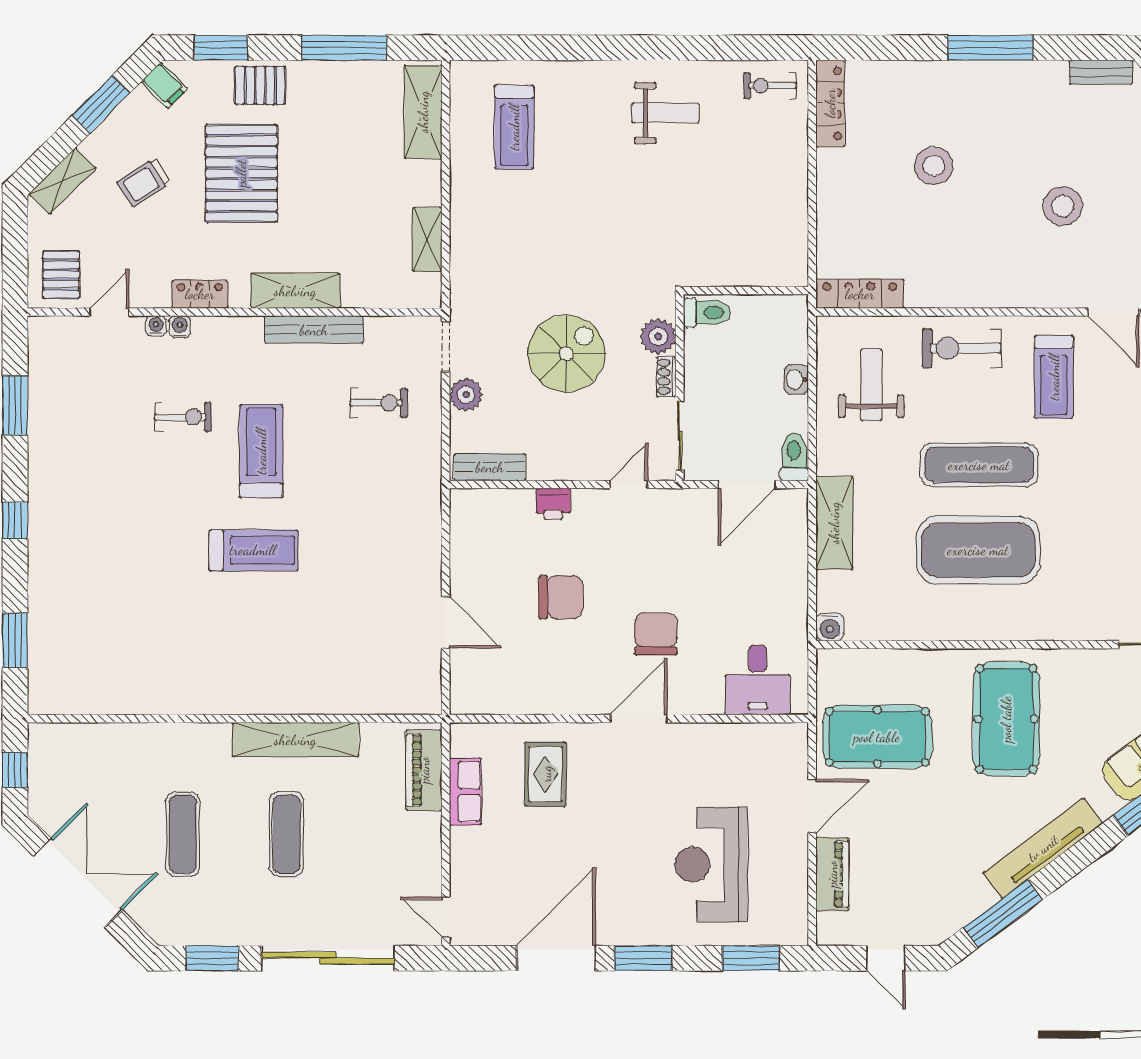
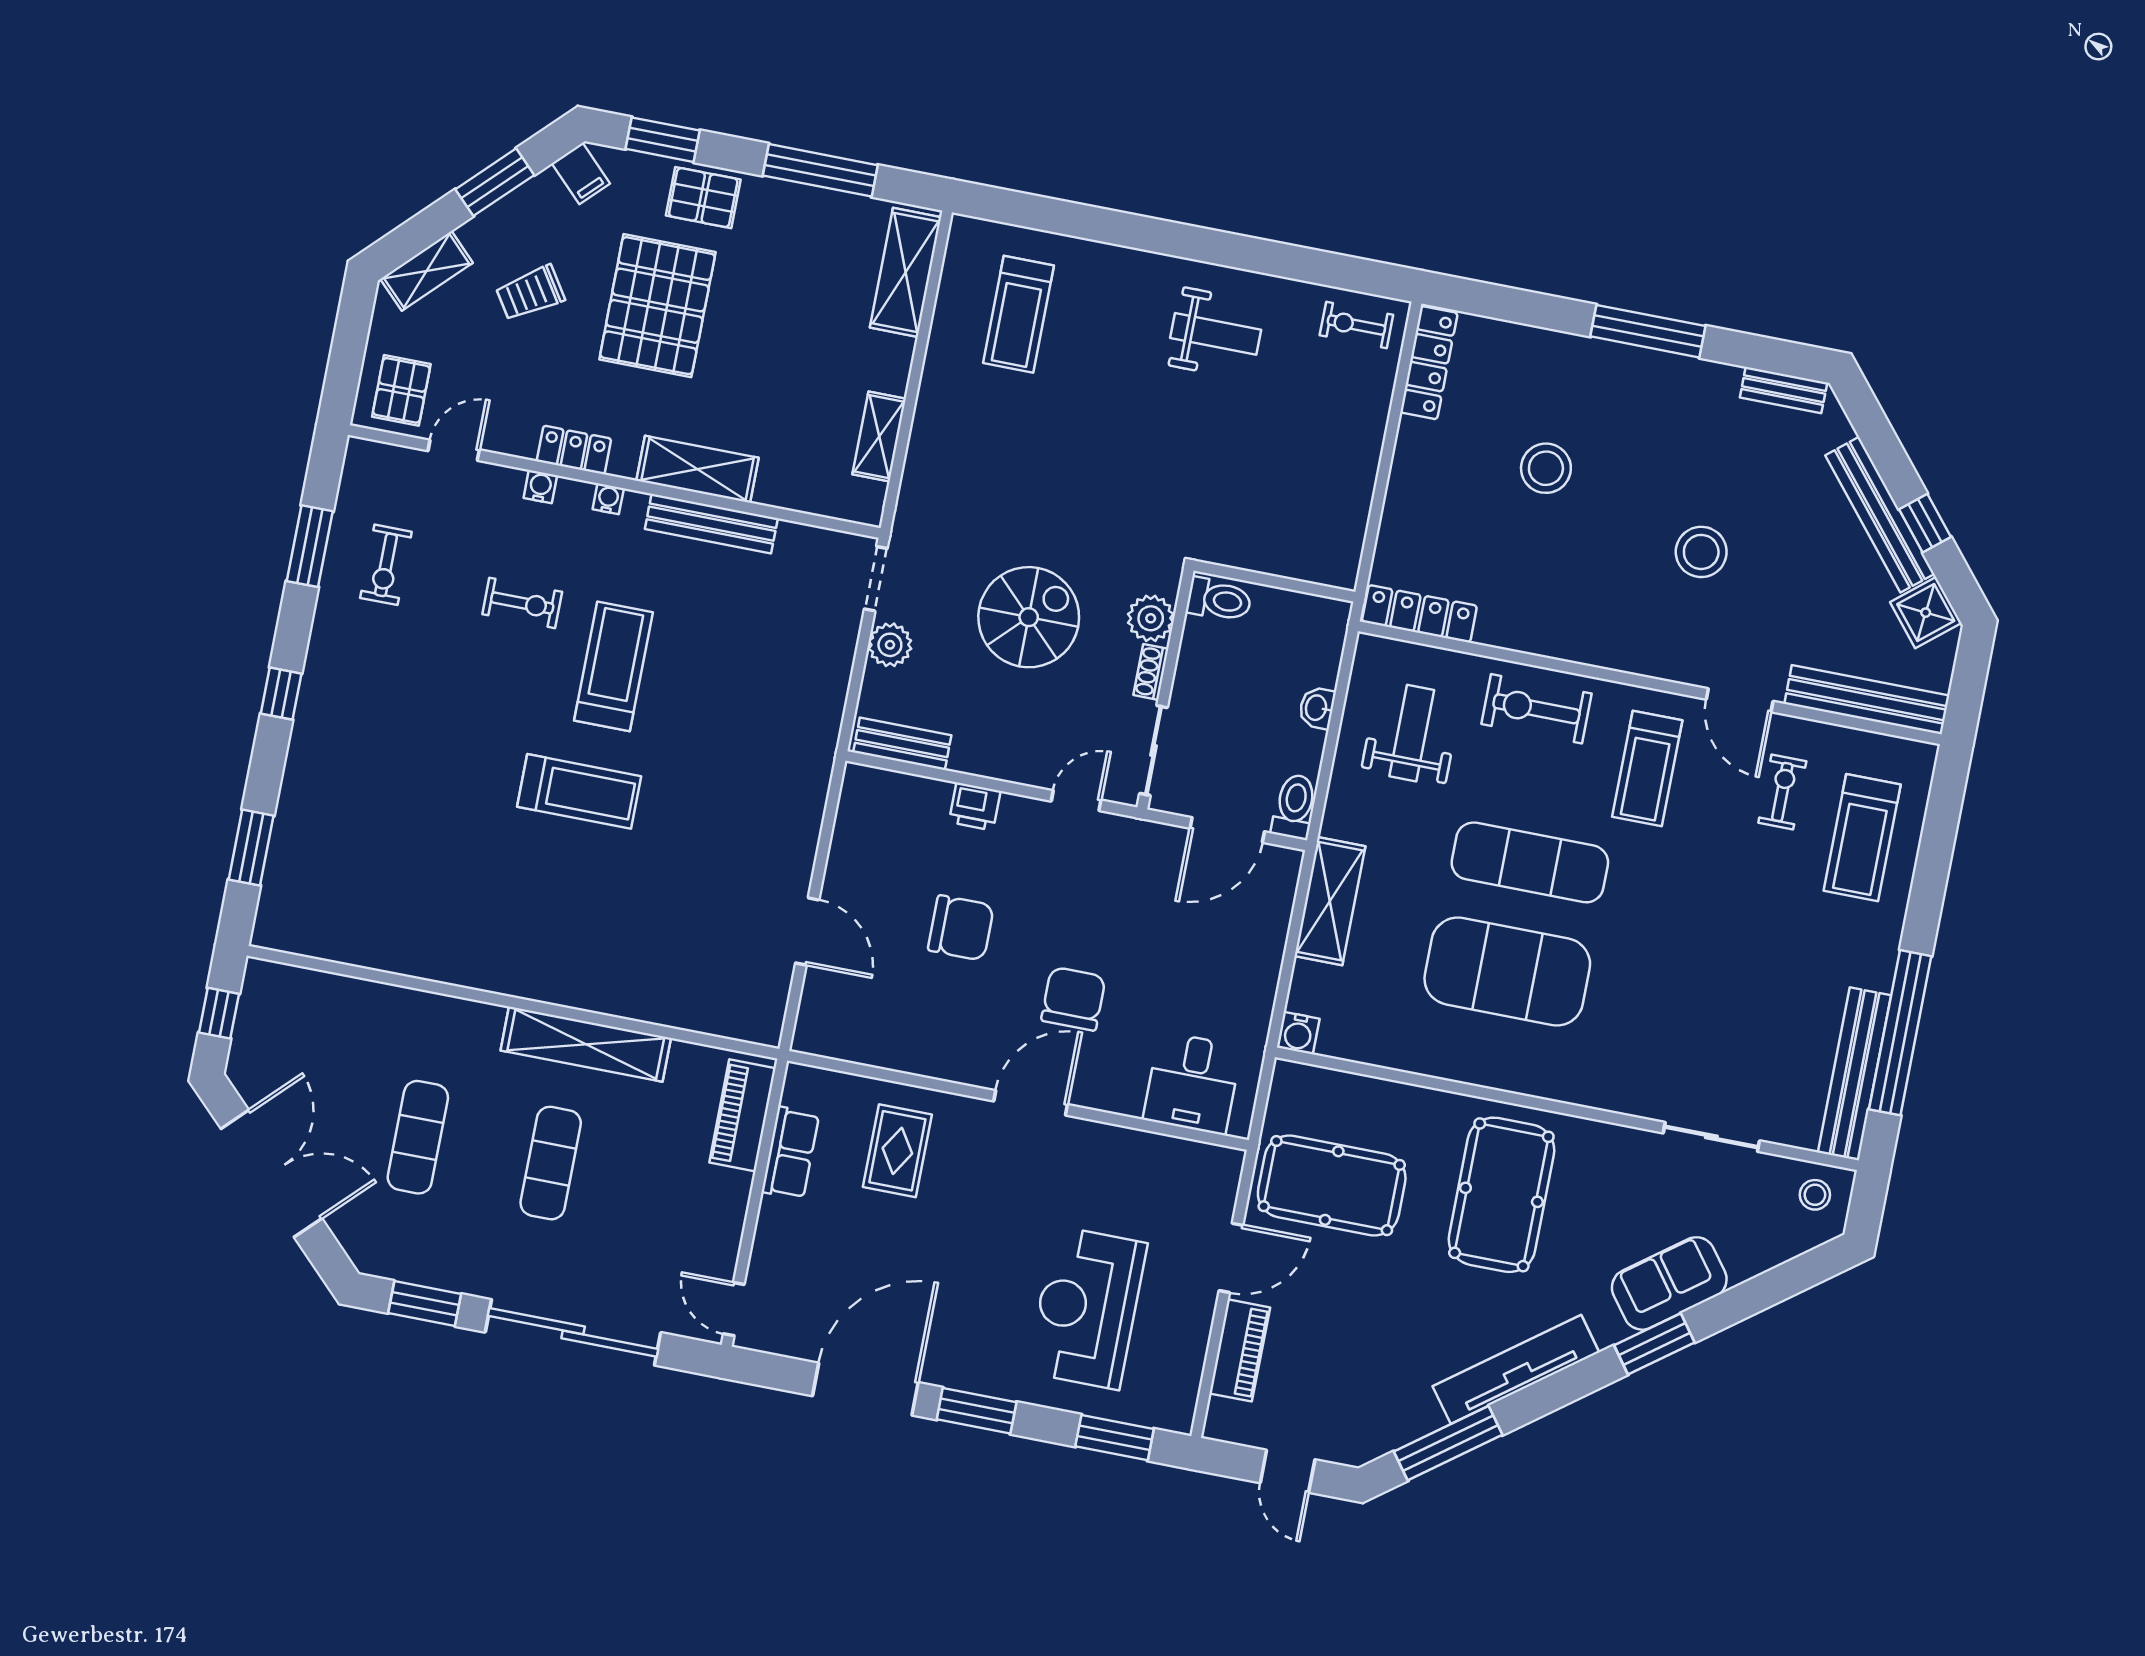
water cooler: (156, 326) -> (608, 499), moved
exercise bike: (379, 403) -> (386, 565), moved, turned 90

